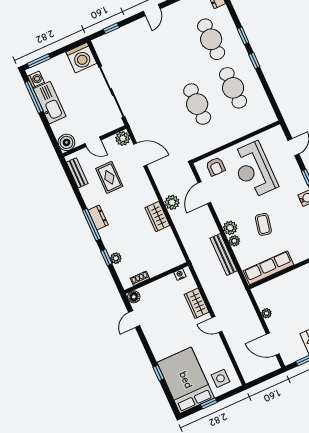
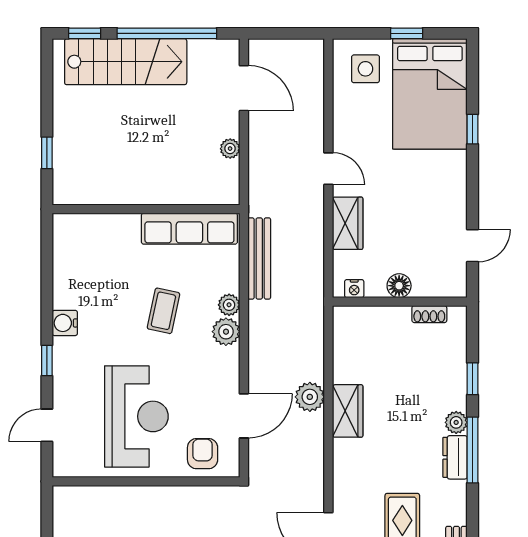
plant: (172, 202) -> (310, 397), moved
bench: (224, 254) -> (259, 258), moved
plant: (116, 258) -> (456, 422), moved
floor lamp: (134, 297) -> (399, 286), moved

